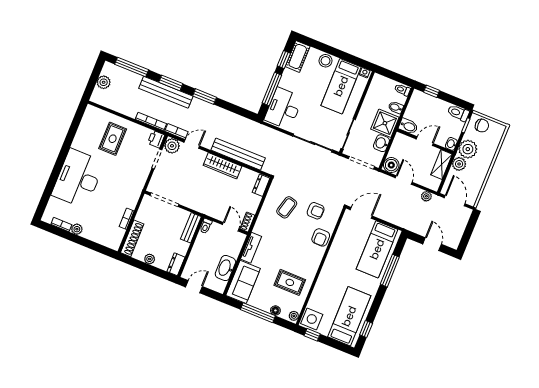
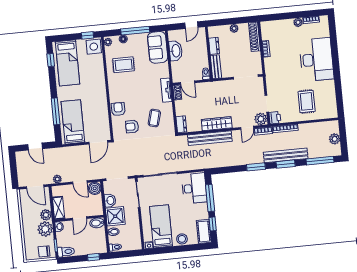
tv unit: (251, 248) -> (166, 90), moved
dresser: (176, 264) -> (214, 46), moved

